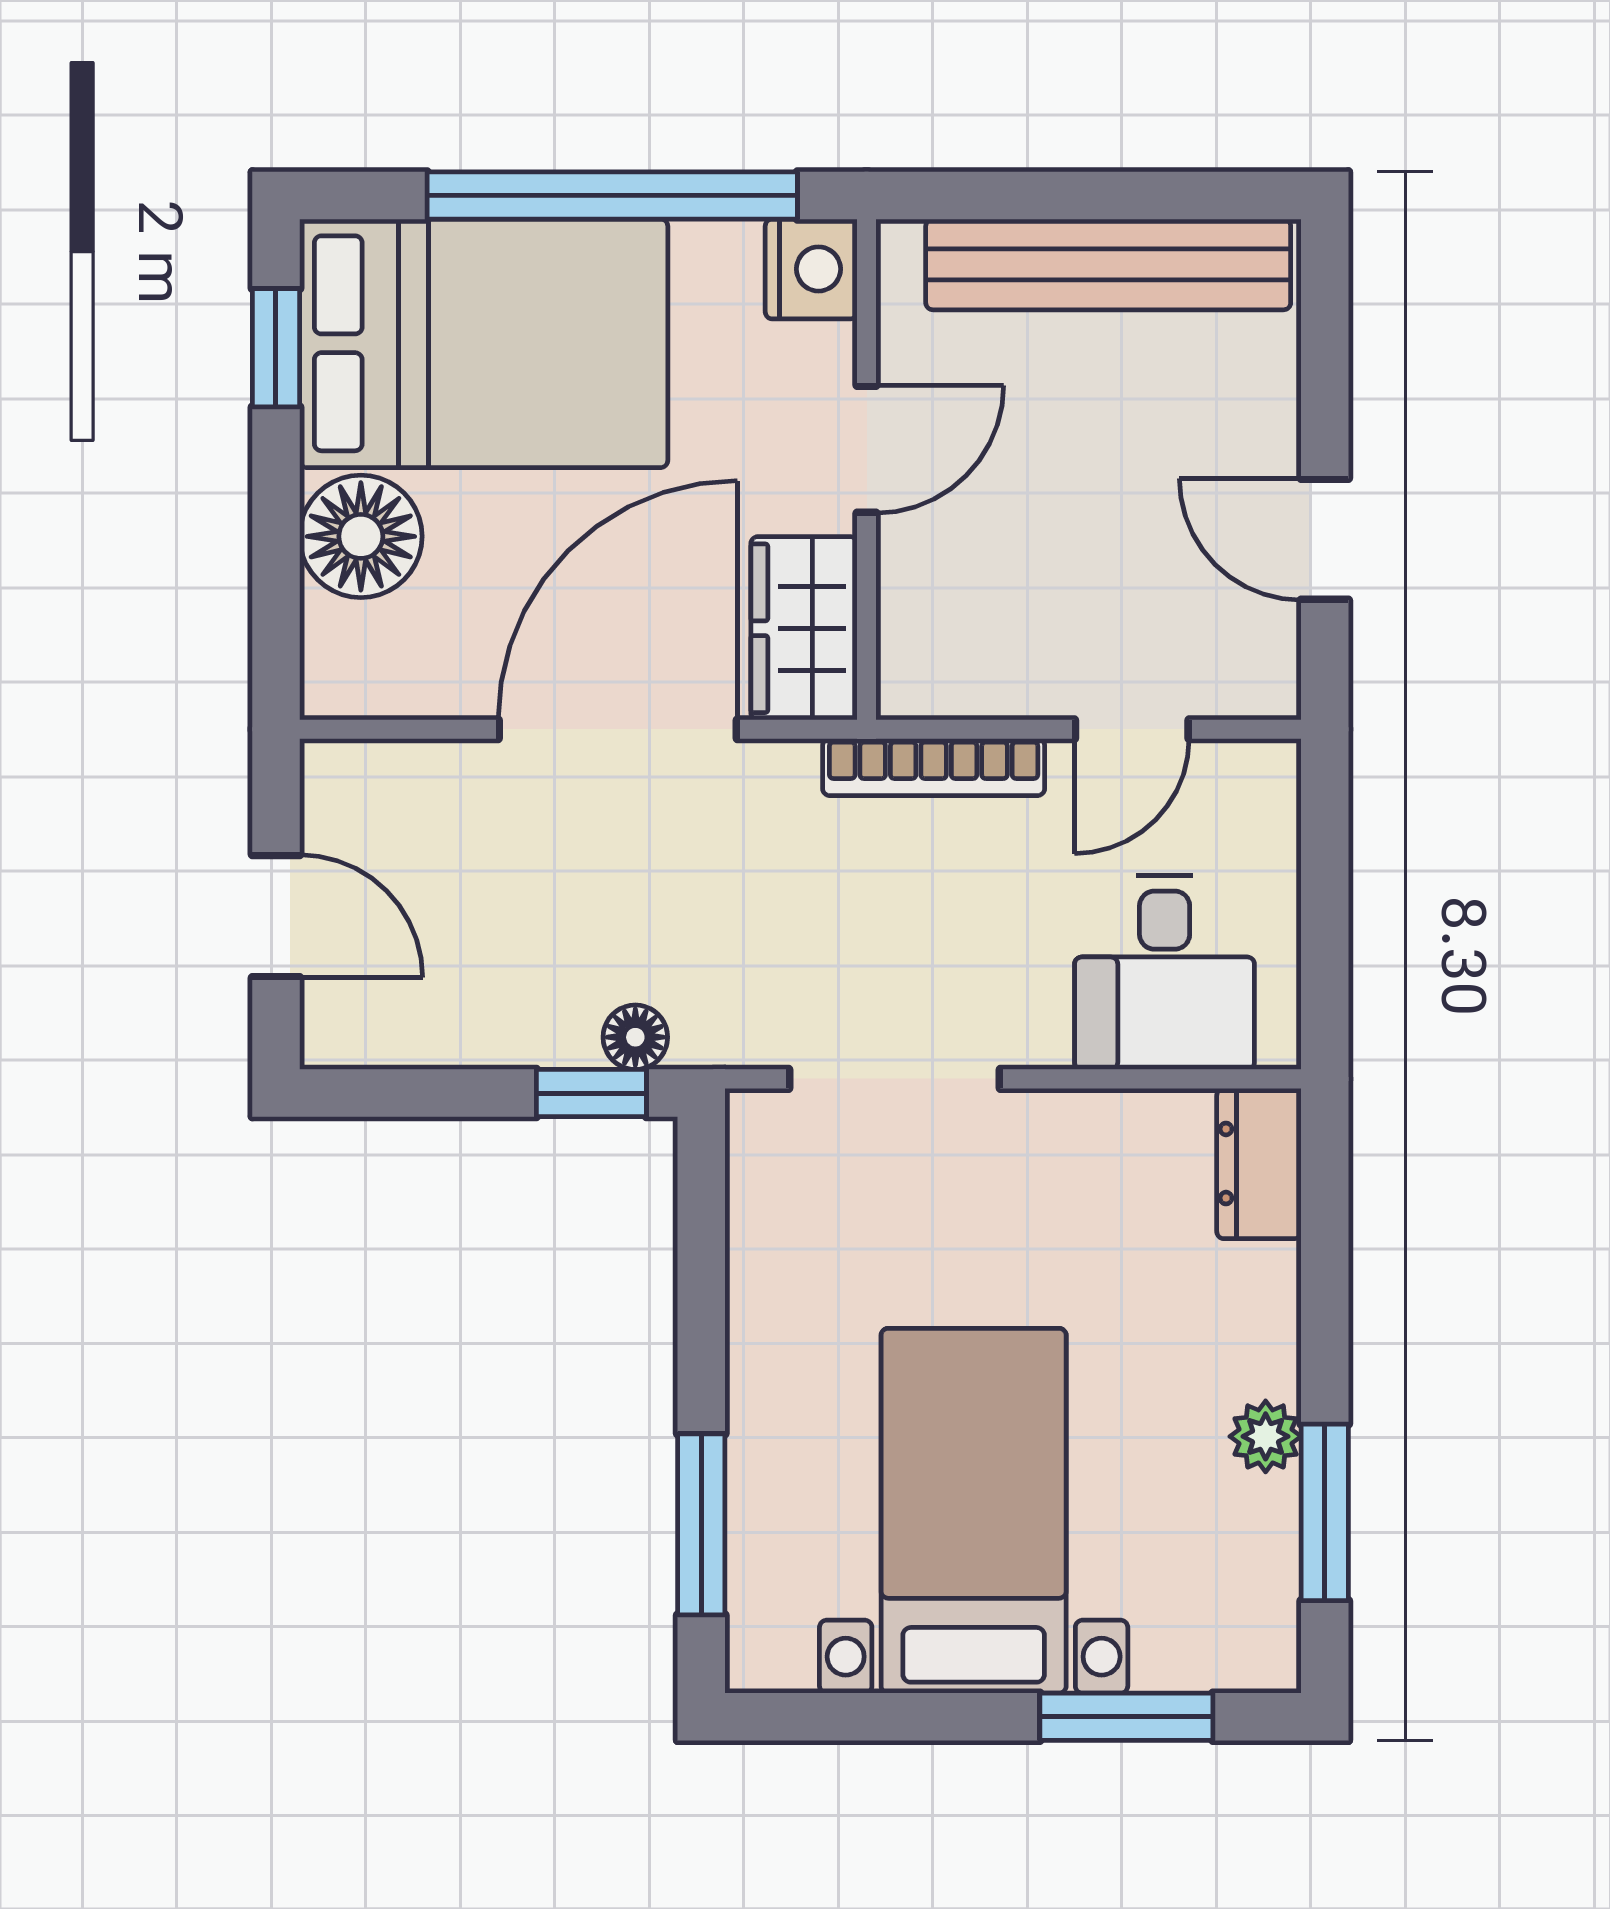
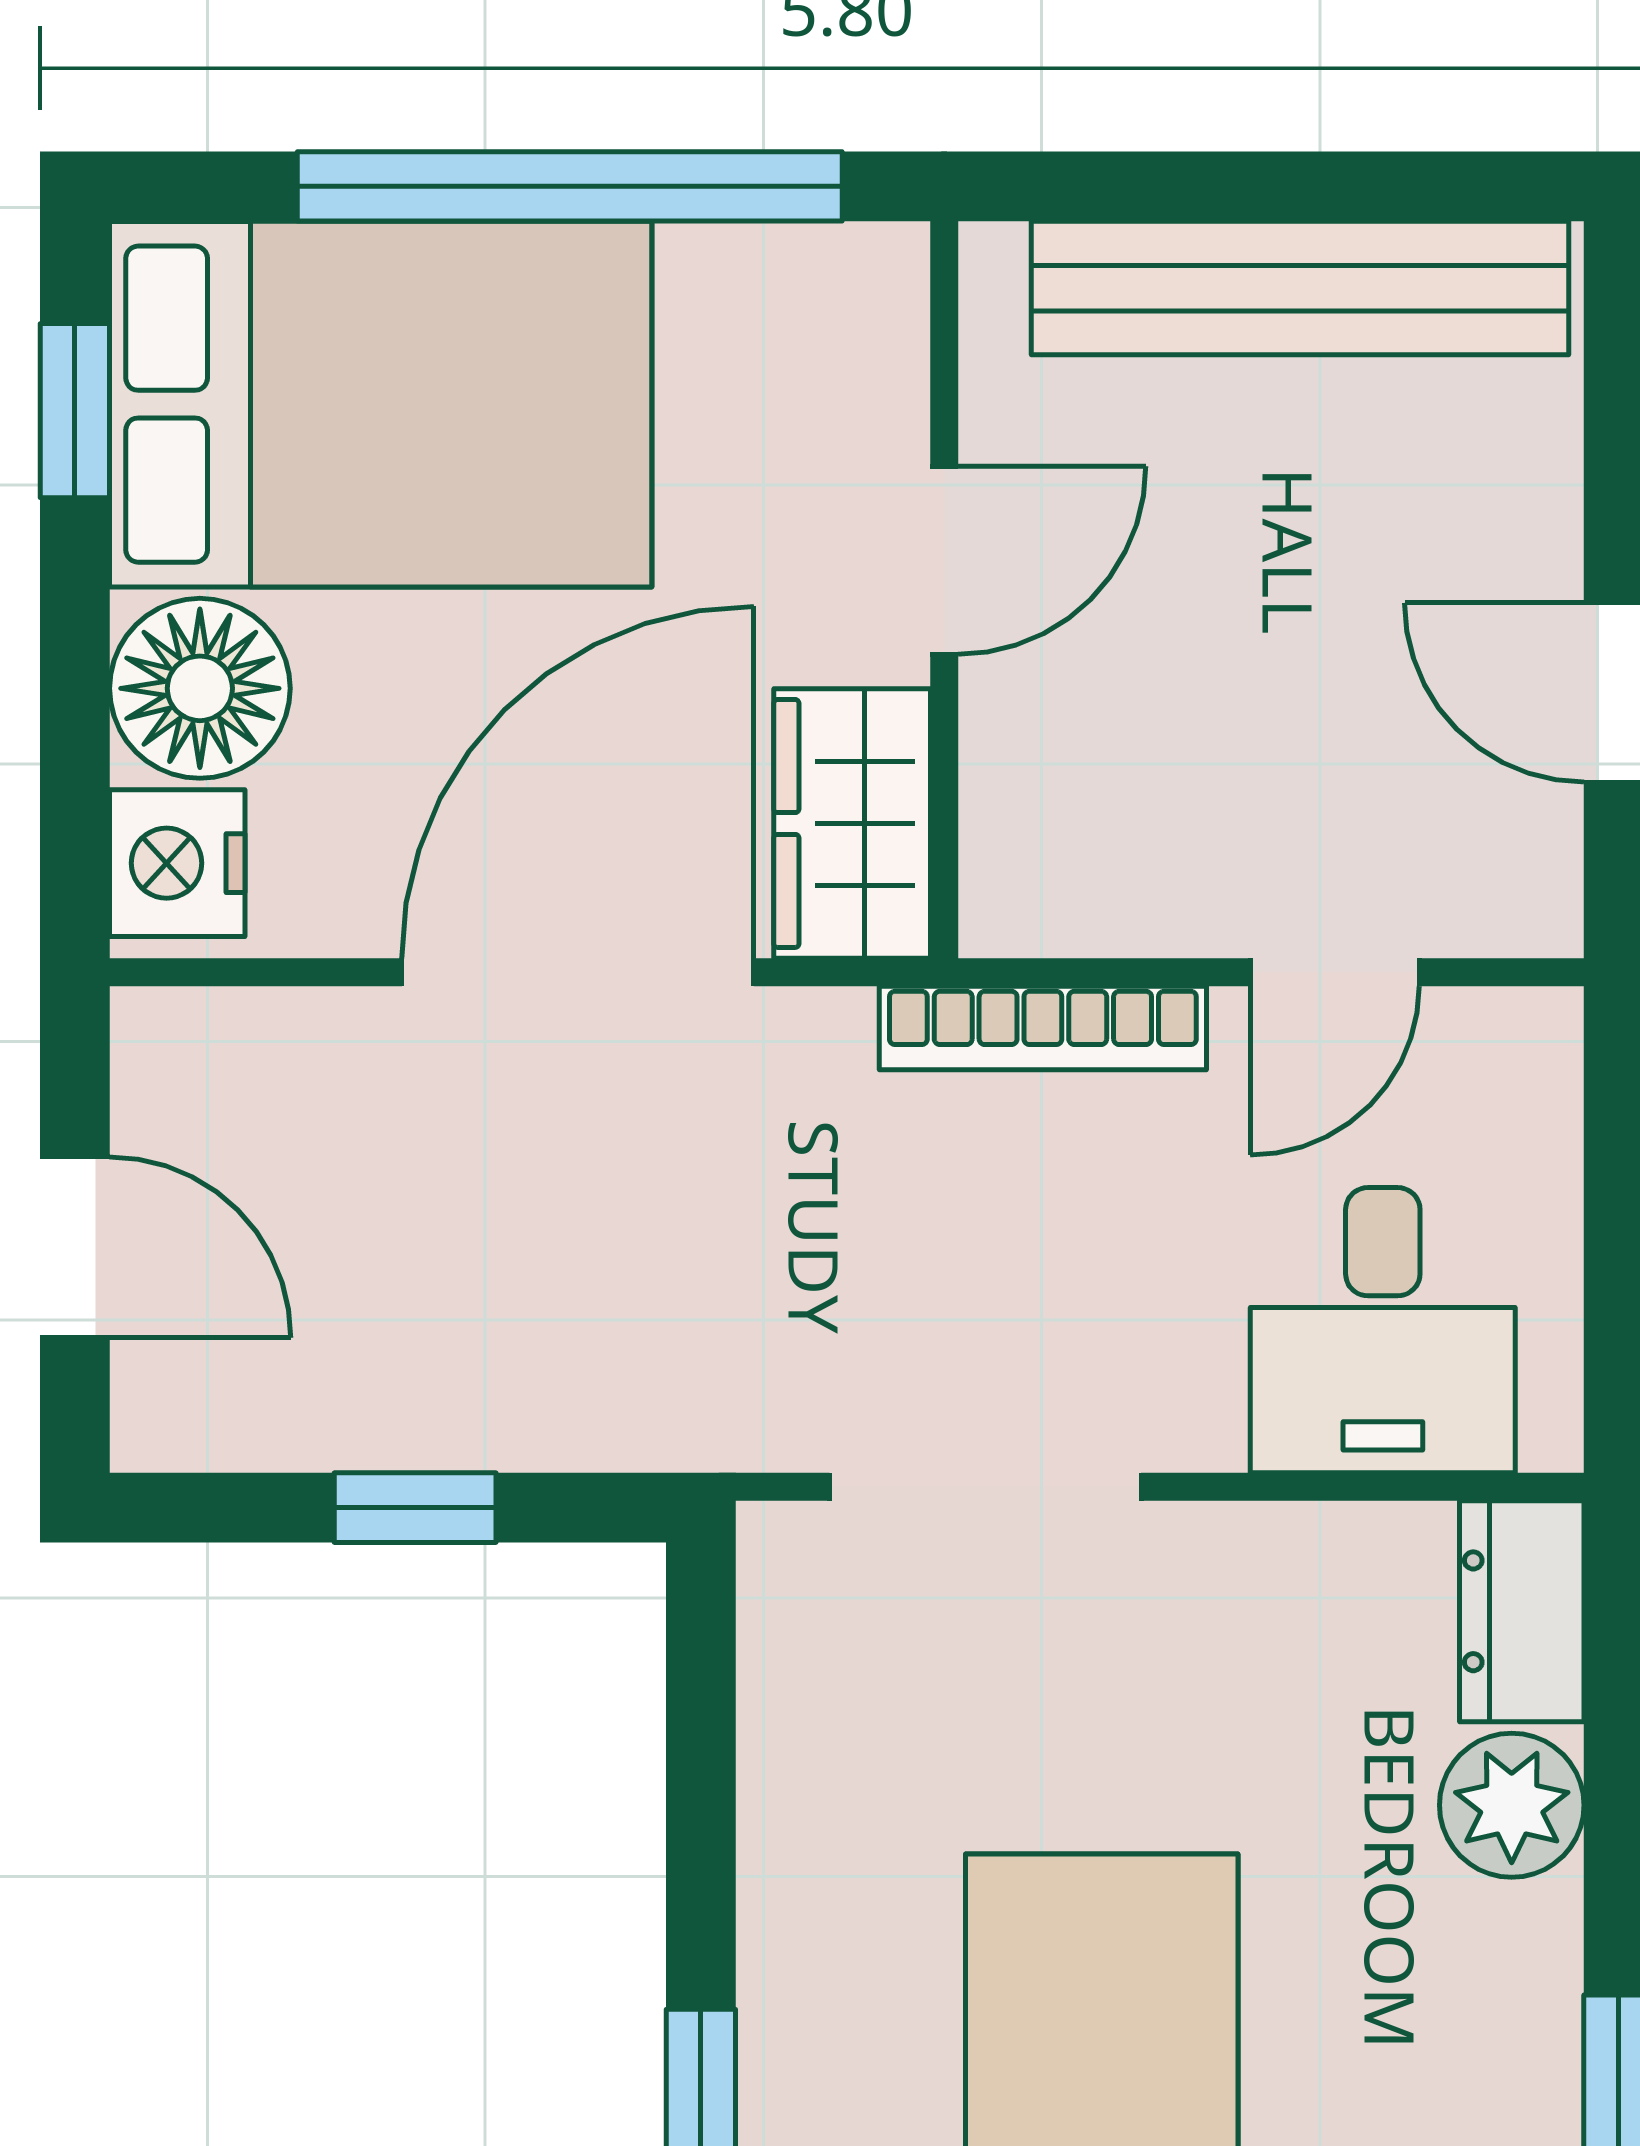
nightstand: (811, 269) -> (177, 863), moved, turned 180
floor lamp: (635, 1037) -> (604, 1425), removed
window: (591, 1093) -> (415, 1508), moved
plant: (1266, 1436) -> (1512, 1805), moved, width x1.38, depth x1.38

